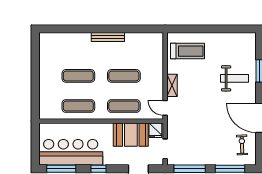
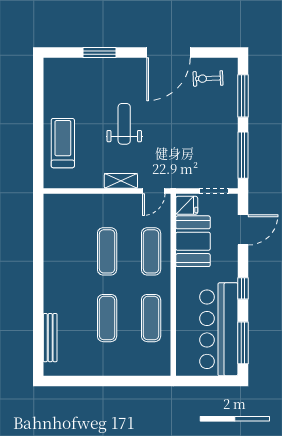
bench: (108, 37) -> (50, 338), moved
treadmill: (187, 51) -> (63, 143), moved
weight bench: (234, 78) -> (124, 124), moved

